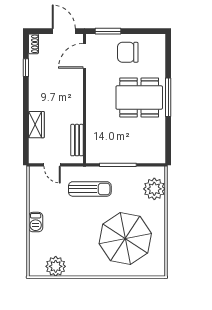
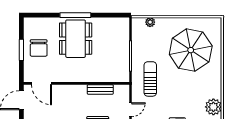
window: (108, 31) -> (21, 50), moved
bench: (77, 140) -> (100, 89), moved
plant: (154, 189) -> (150, 22), width x0.53, depth x0.53

